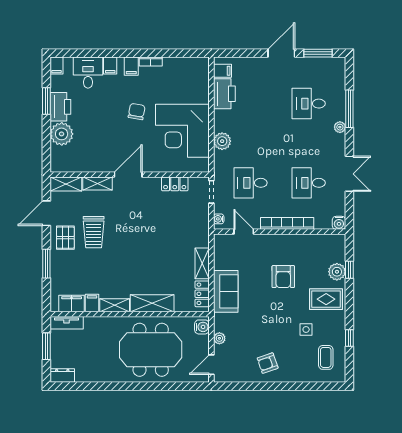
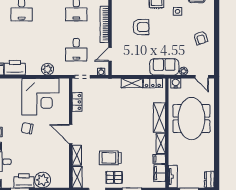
trolley: (94, 232) -> (110, 158), turned 180
sofa: (226, 291) -> (164, 67), moved

